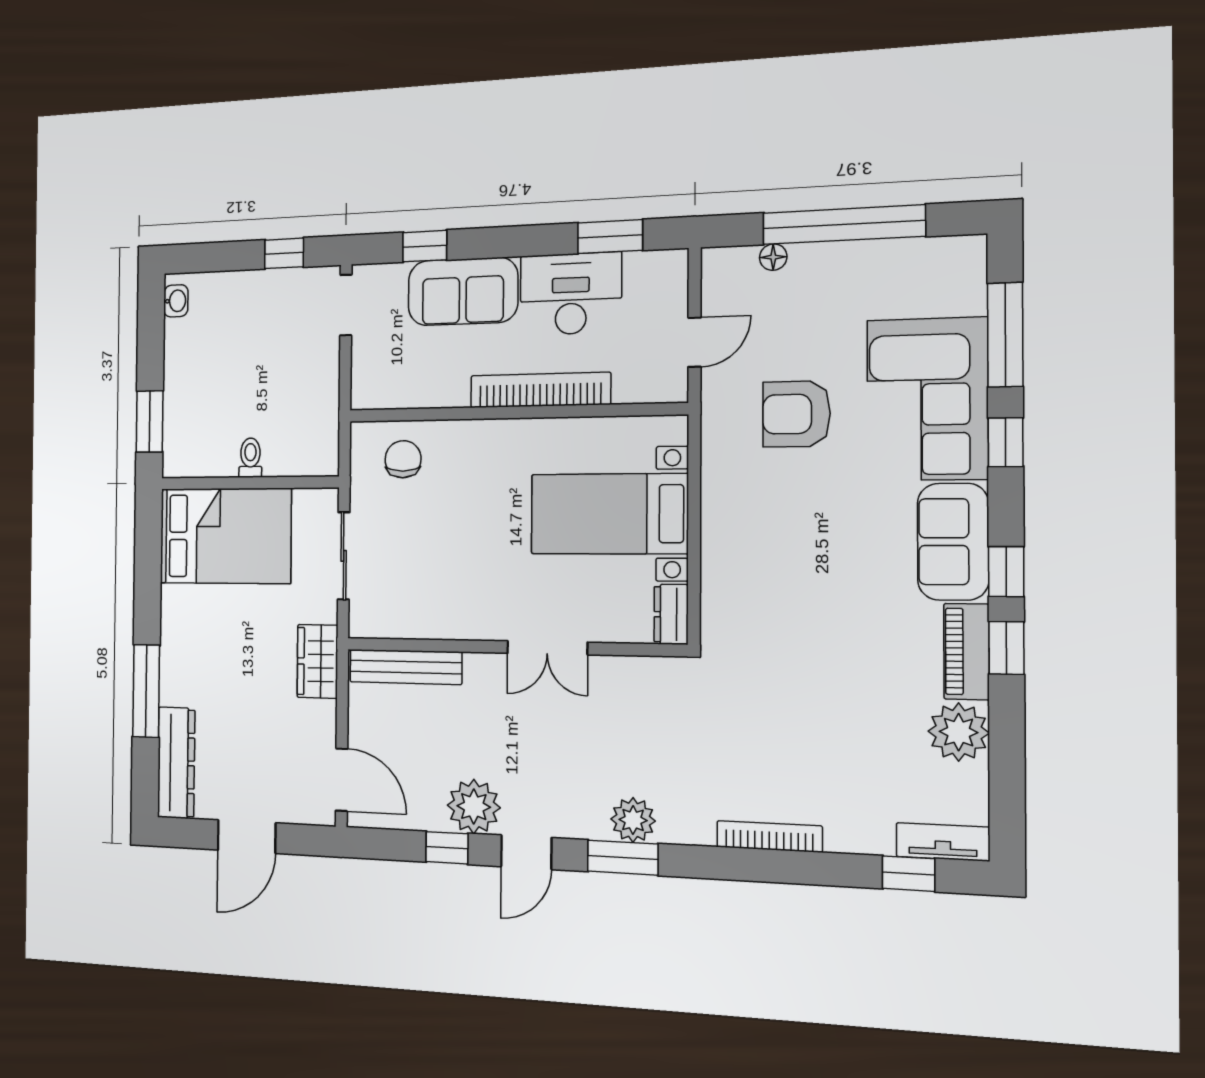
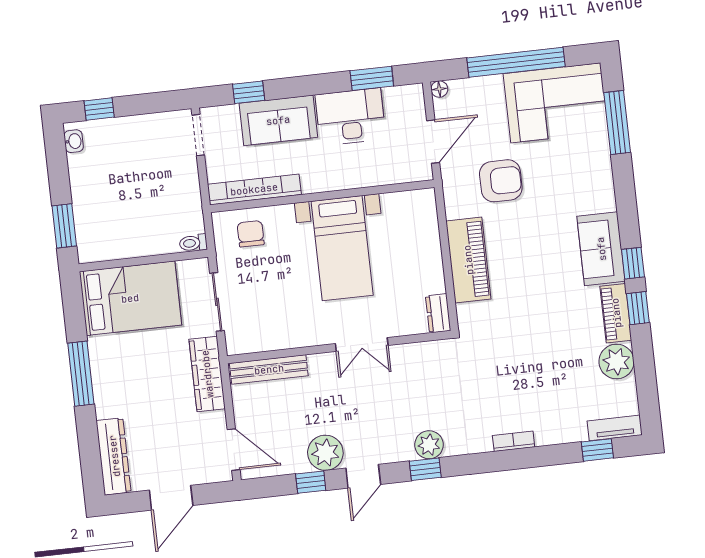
window: (284, 253) -> (99, 109), moved
floor lamp: (773, 257) -> (439, 89), moved
door: (695, 342) -> (433, 142), width x1.38
bookcase: (540, 390) -> (254, 189), moved
corner sofa: (927, 399) -> (556, 103), moved, turned -90
armchair: (796, 414) -> (501, 181), turned 180
window: (1006, 442) -> (624, 187), removed
toilet: (250, 458) -> (193, 243), moved, turned -90
bed with nightstands: (609, 514) -> (342, 248), moved, turned -90
piano: (729, 535) -> (468, 260), added
wardrobe: (317, 661) -> (207, 374), width x1.50
window: (146, 691) -> (81, 374), moved
bookcase: (769, 836) -> (514, 441), width x0.64
window: (623, 858) -> (425, 469), width x0.67

